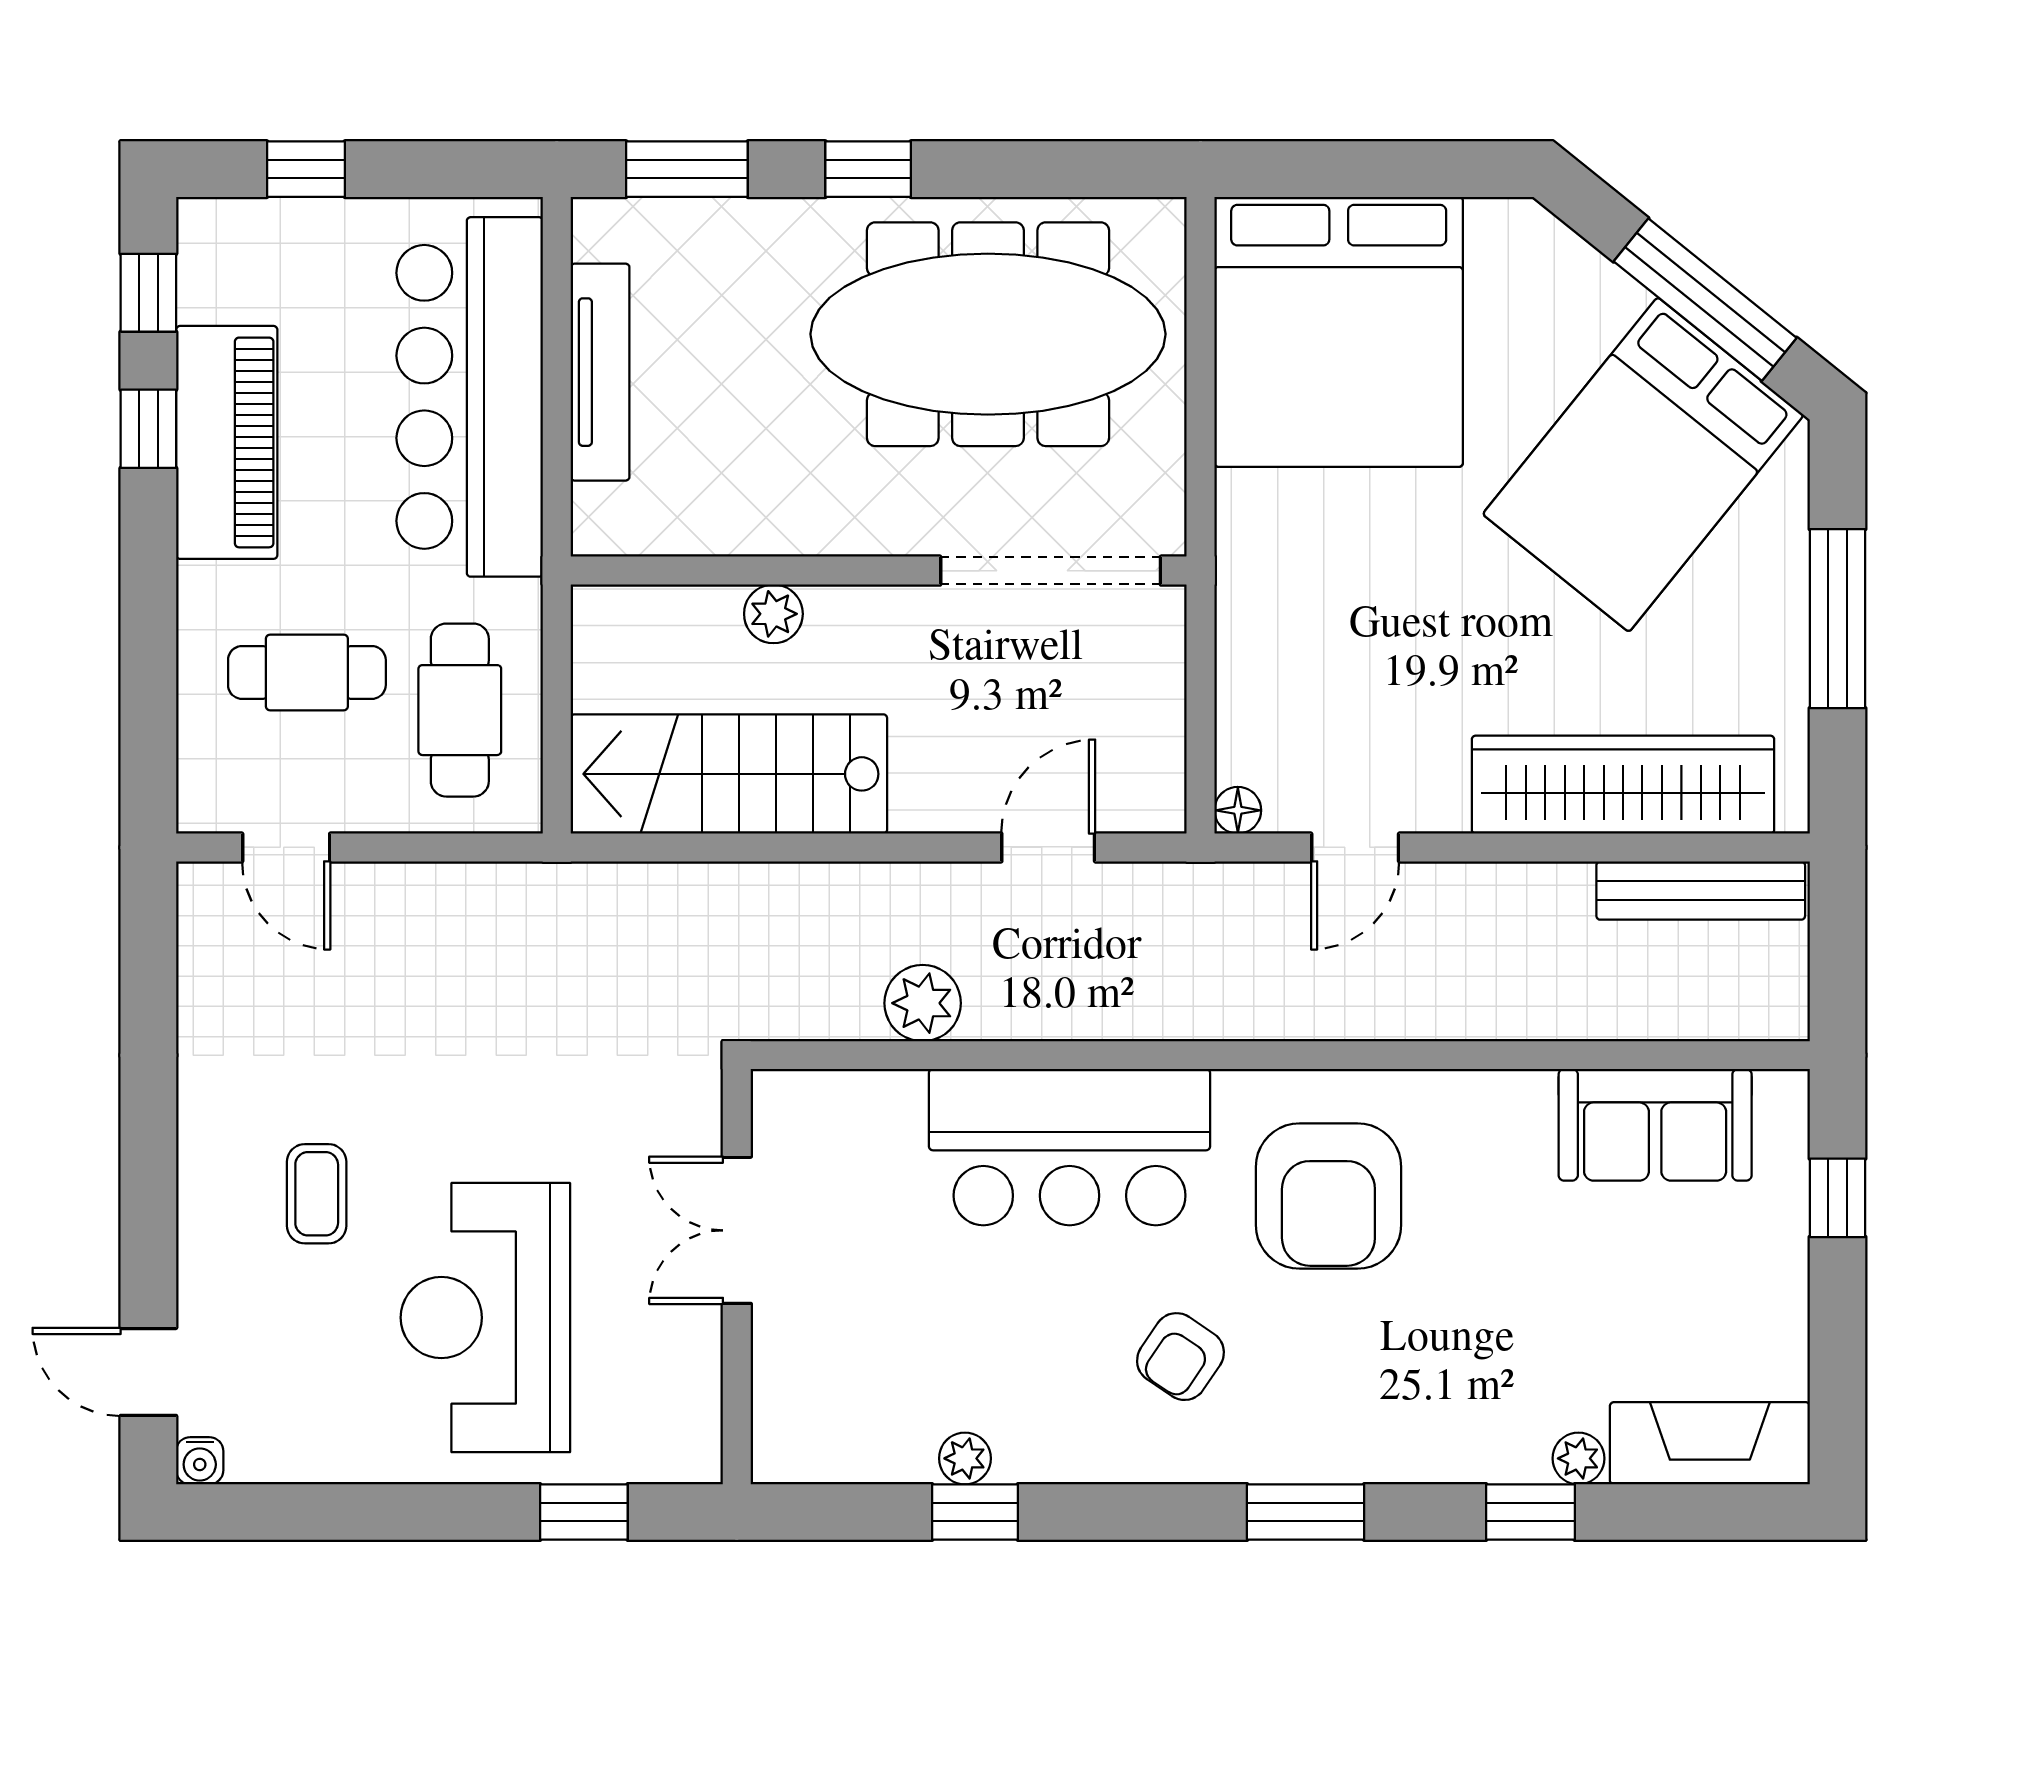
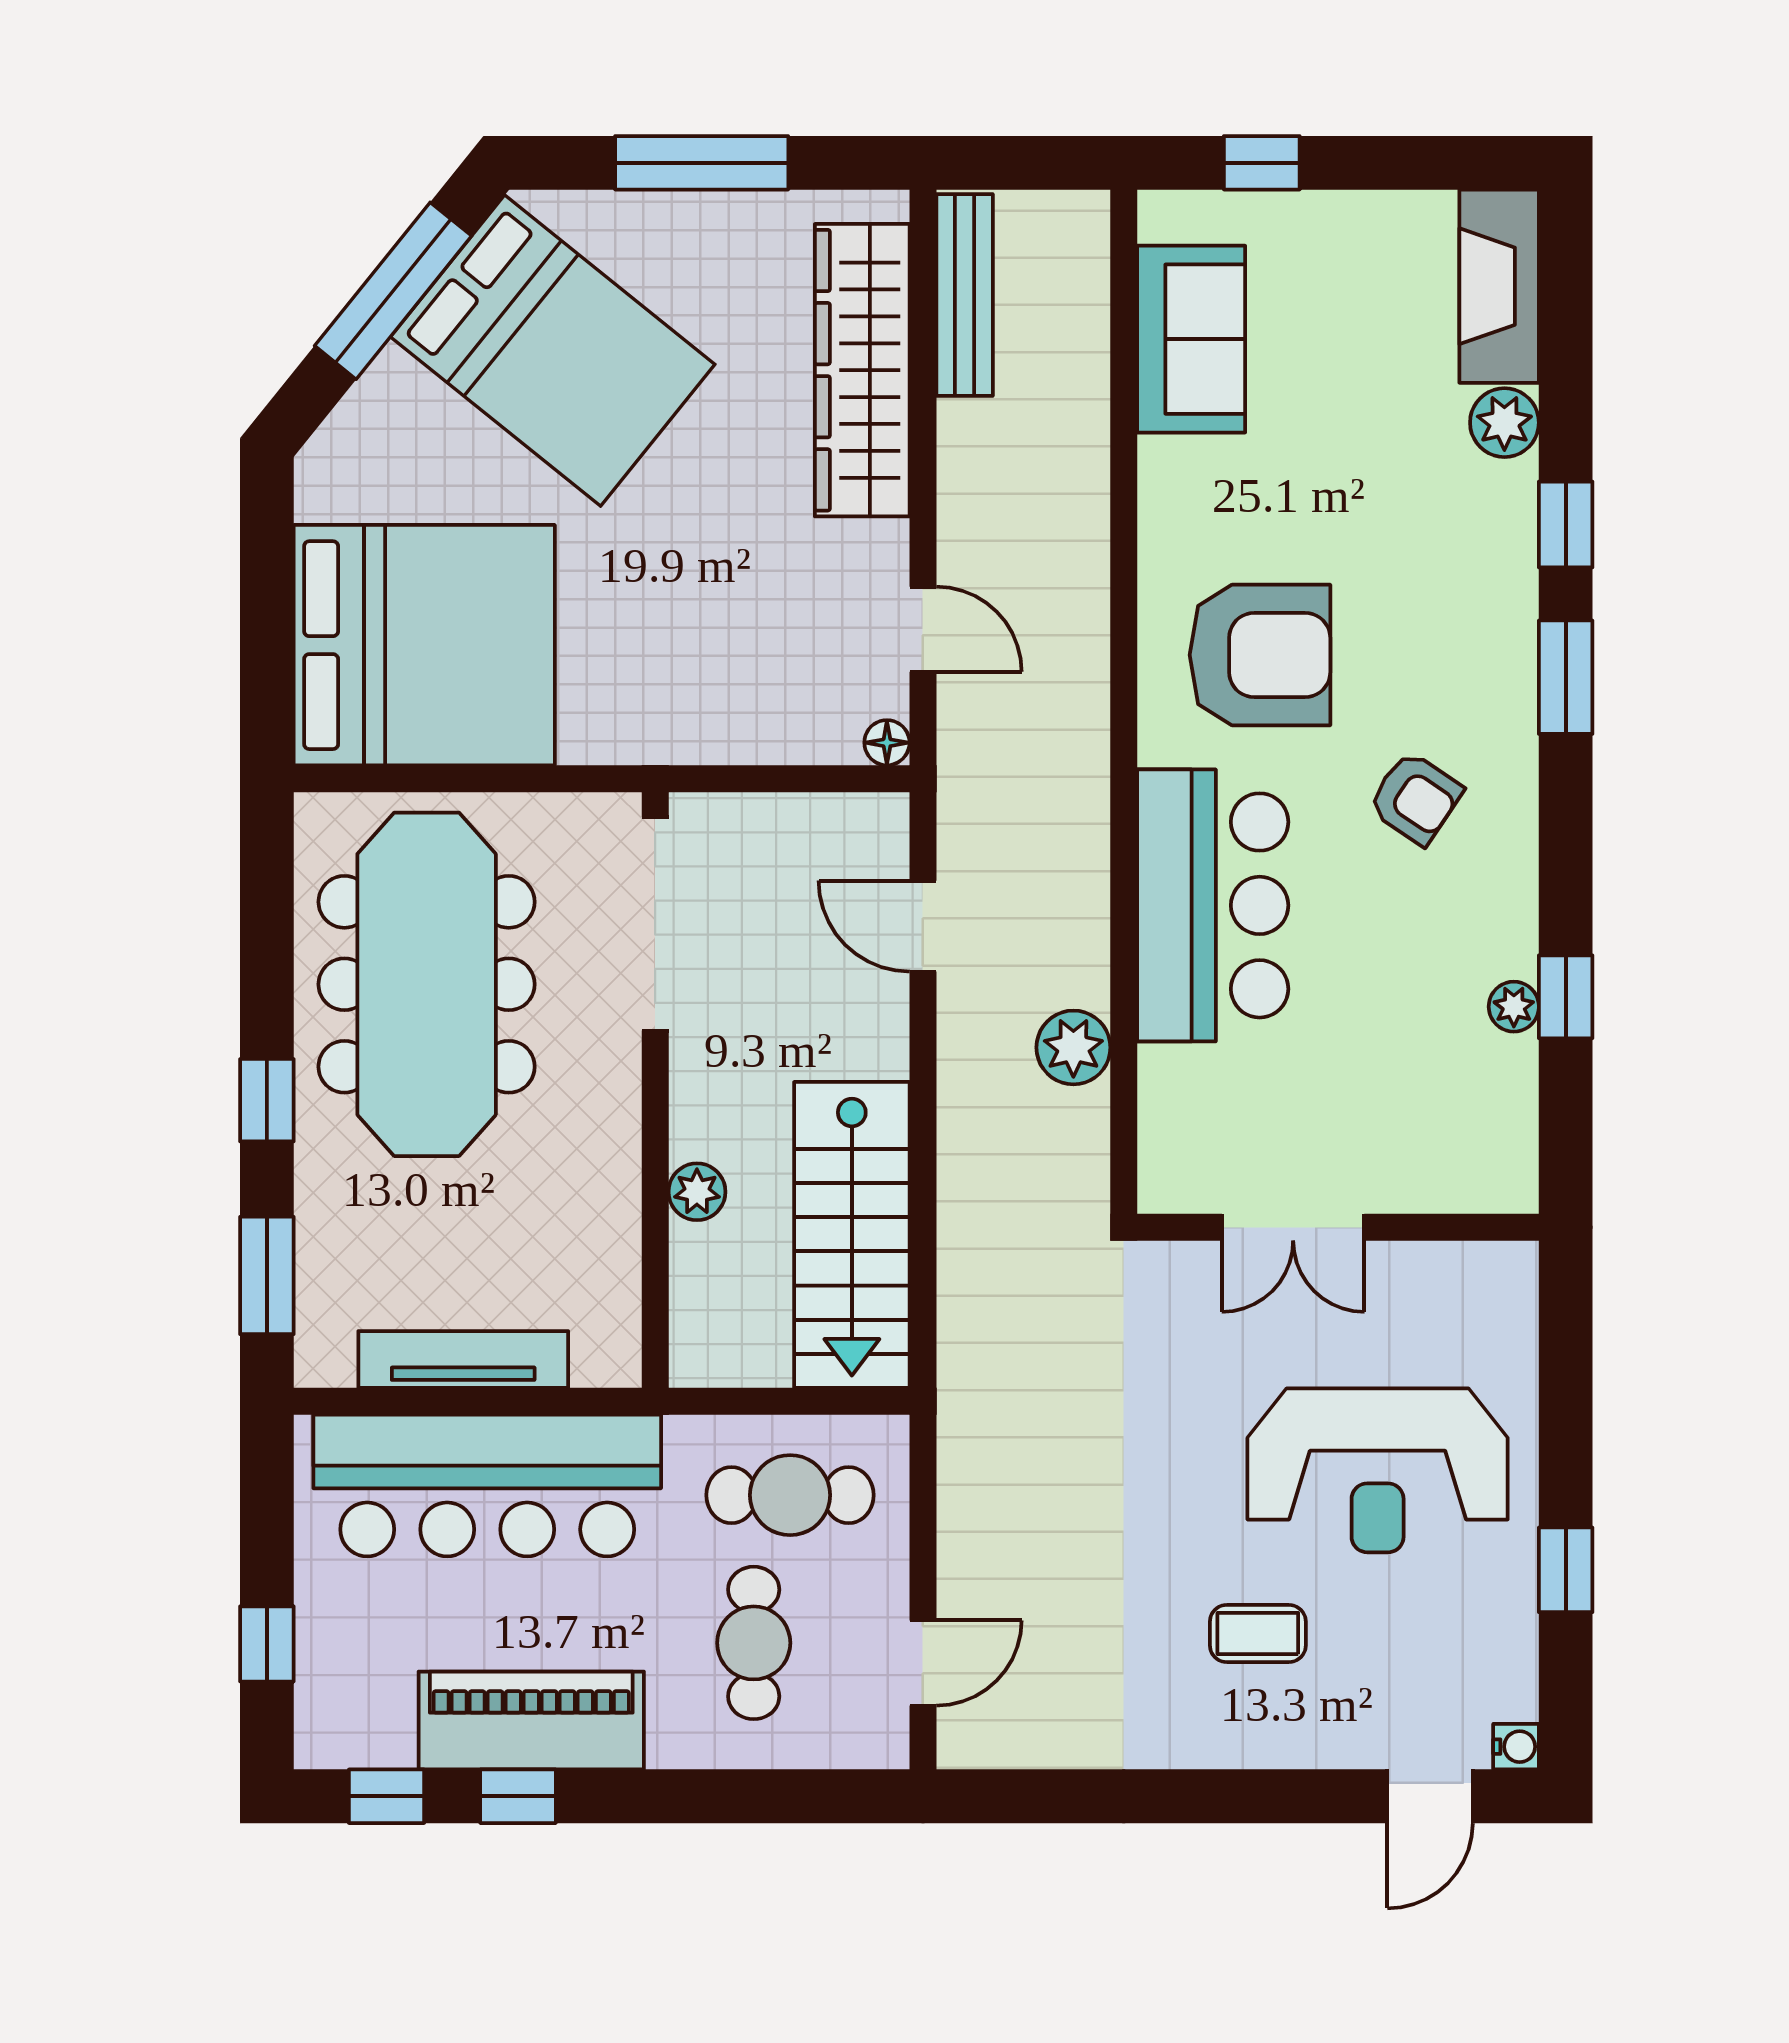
plant: (1578, 1458) -> (1504, 423), width x1.38, depth x1.38
window: (584, 1512) -> (1566, 1570), moved
window: (1530, 1512) -> (1566, 525), moved

